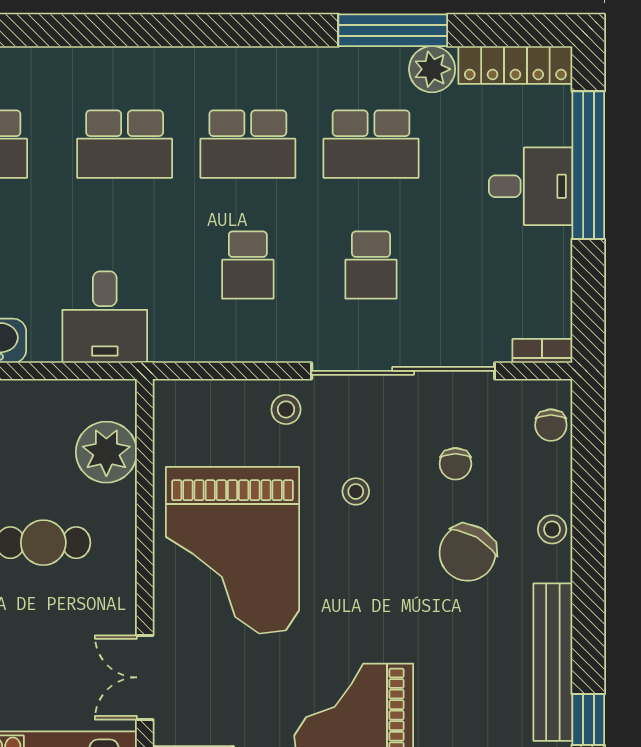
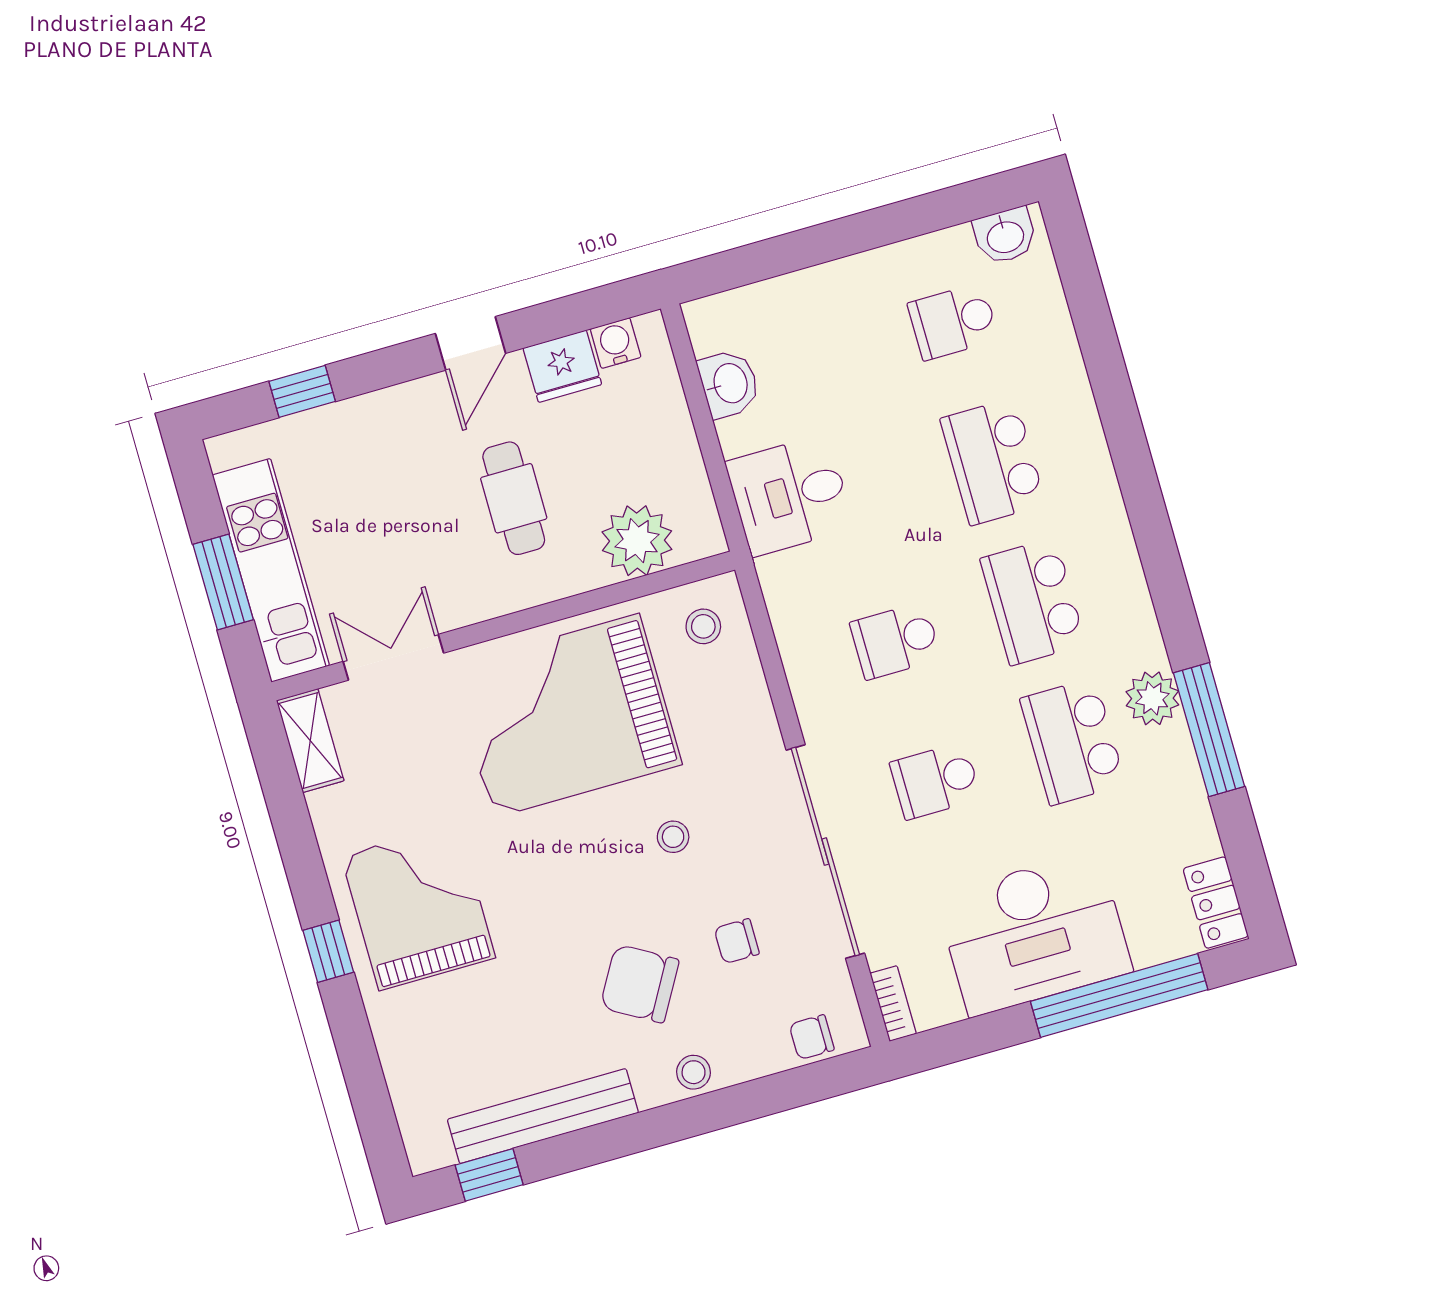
locker: (515, 65) -> (1216, 903), width x0.66
plant: (432, 69) -> (1152, 698), moved
desk: (531, 186) -> (1034, 933), width x1.87, depth x1.30
stool: (286, 409) -> (703, 626), moved

